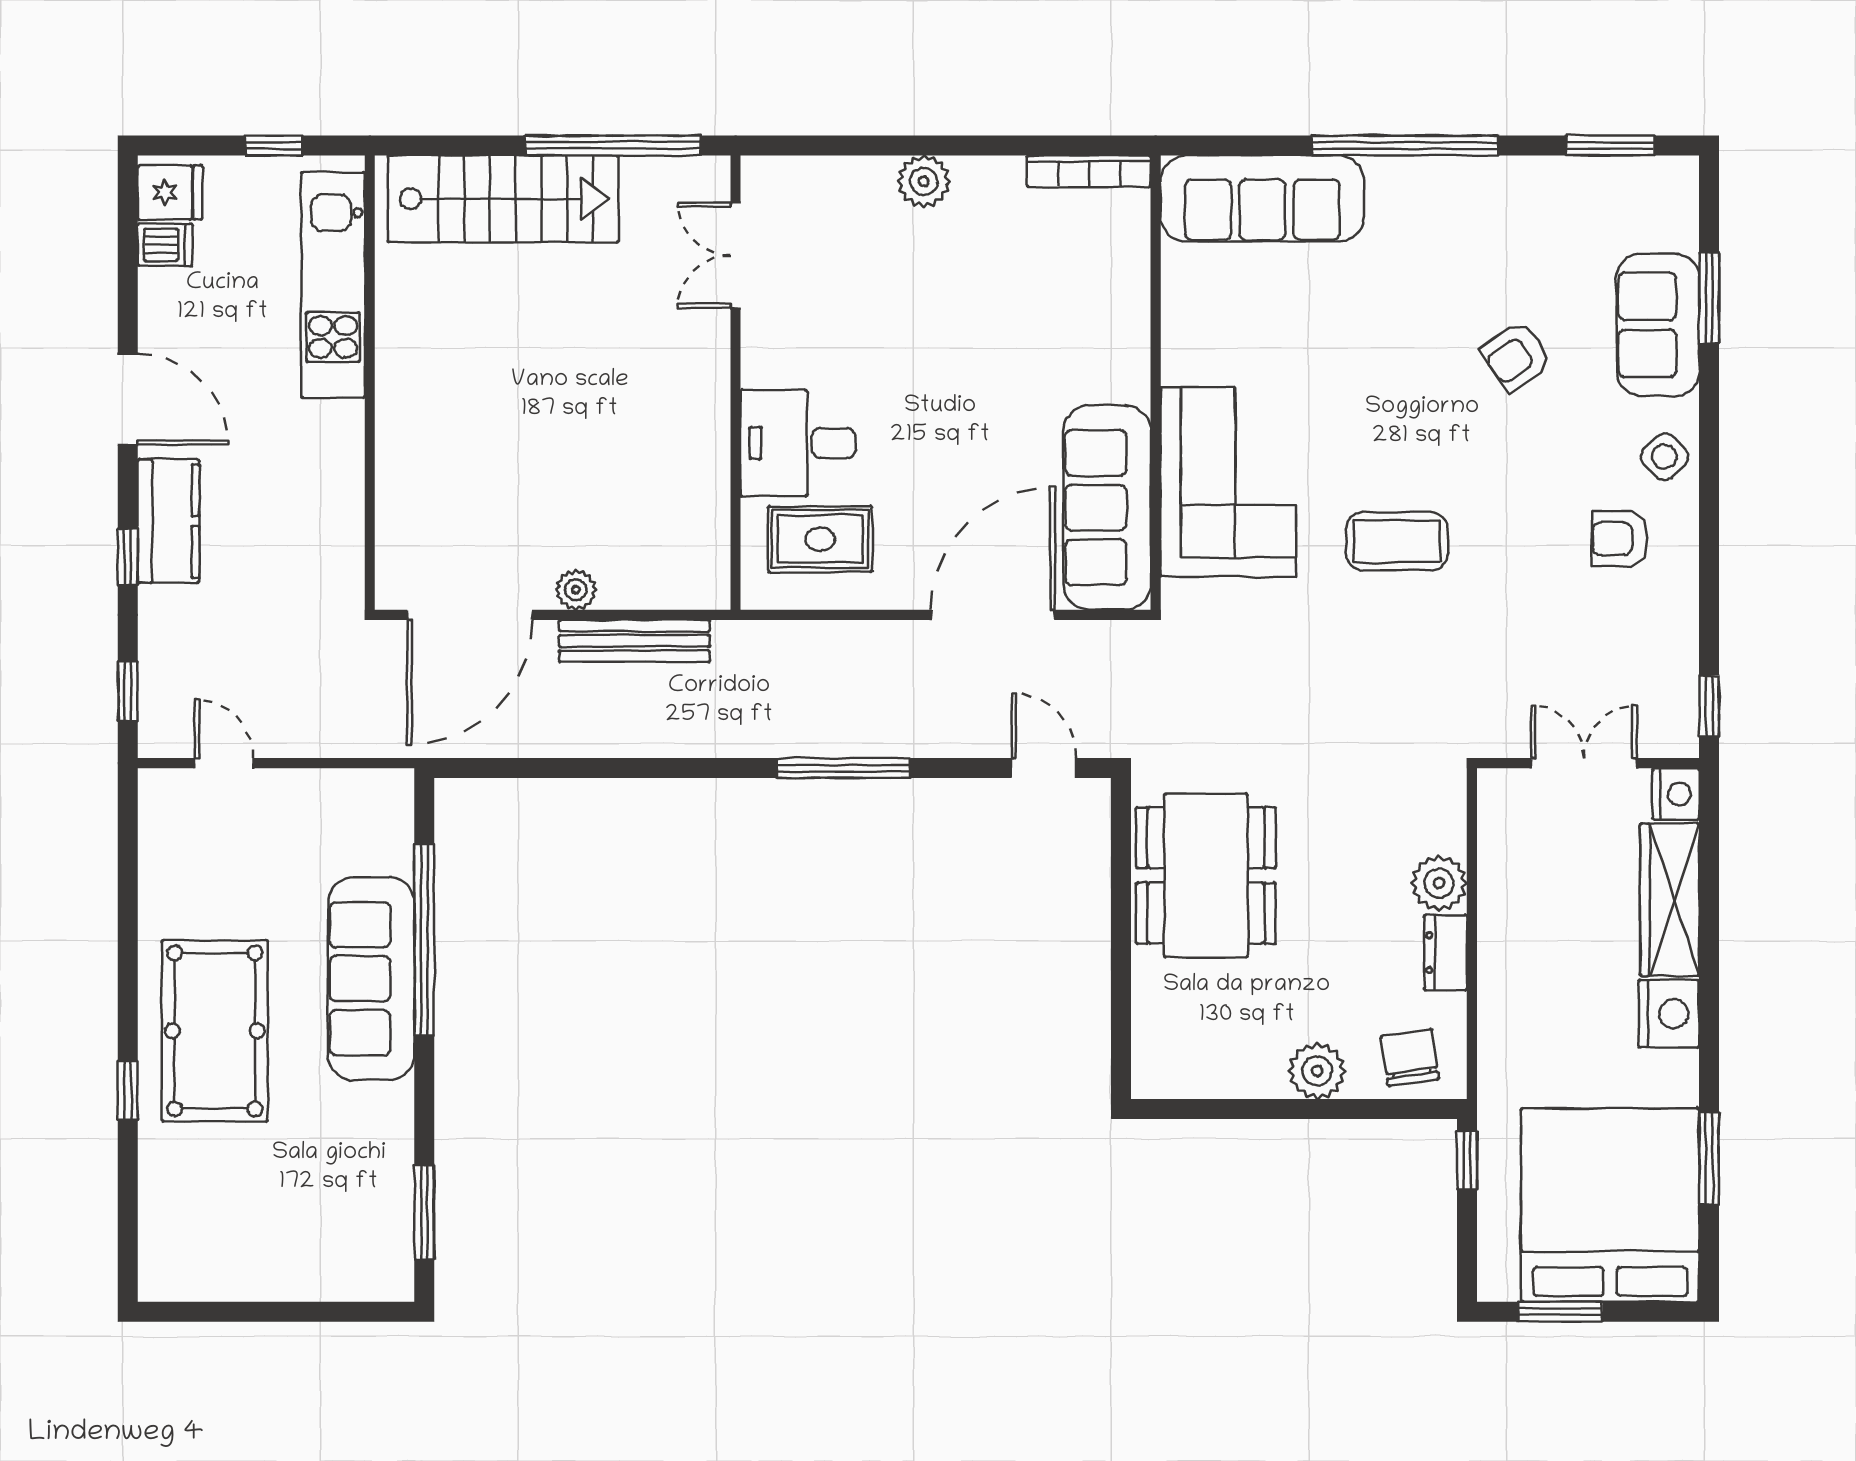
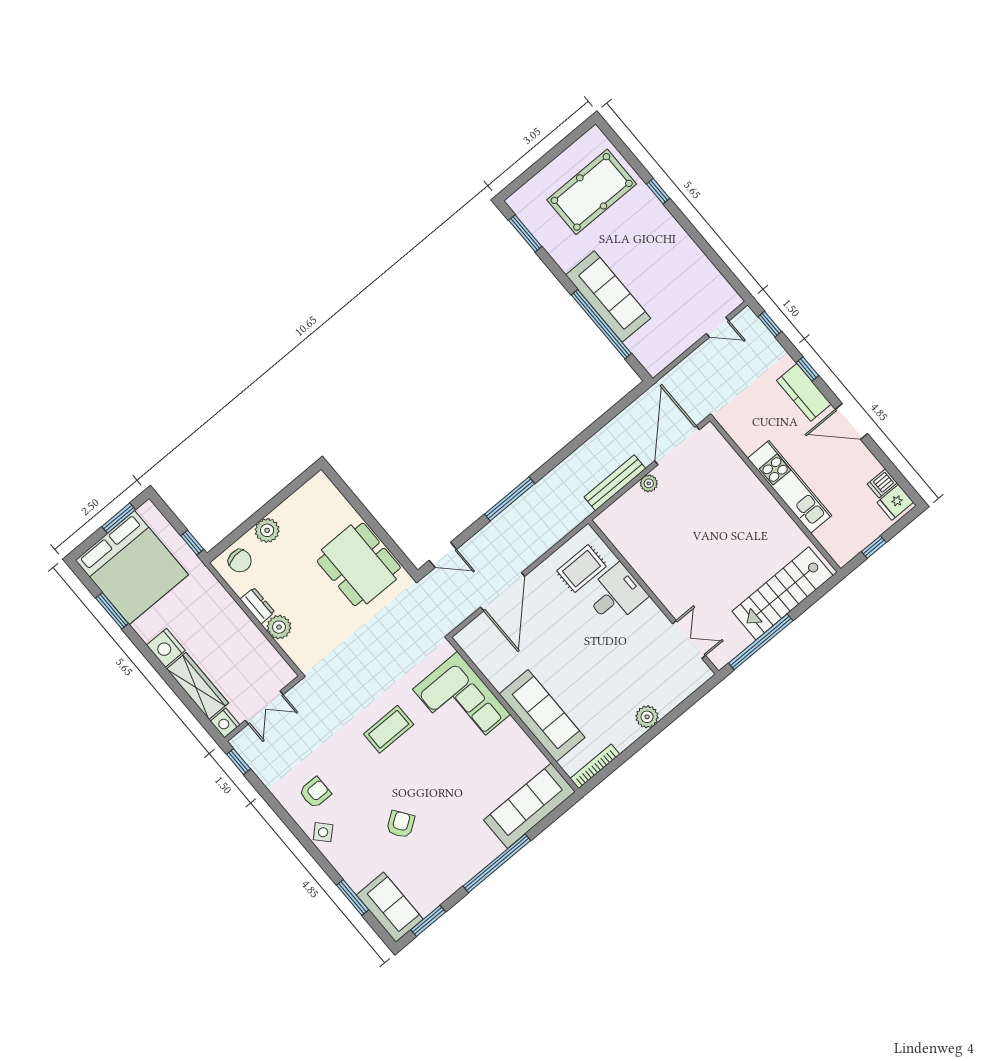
kitchen unit: (333, 285) -> (790, 487), moved
sofa: (1658, 325) -> (390, 907), moved
sofa: (1107, 508) -> (542, 716), moved
pool table: (215, 1031) -> (592, 192), moved, turned 90

